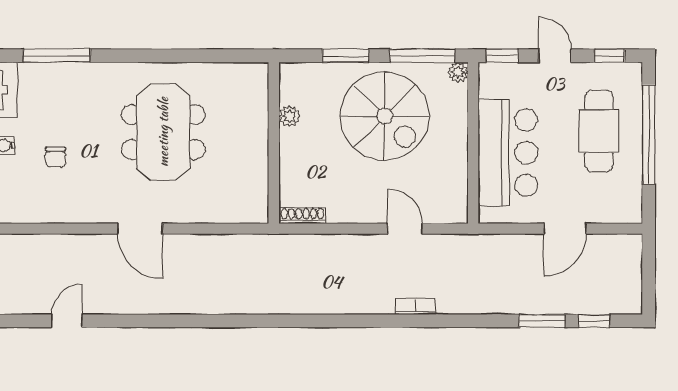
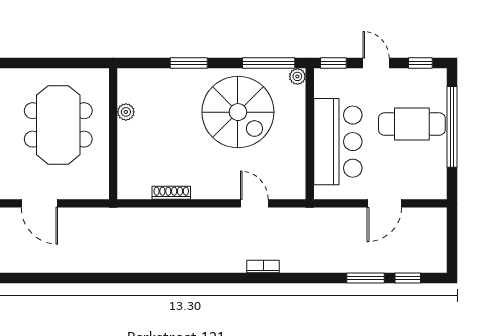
window: (346, 56) -> (189, 63), moved
plant: (289, 116) -> (126, 112), moved
cafe table: (599, 131) -> (412, 124), turned 90
wall: (274, 143) -> (113, 134), moved

